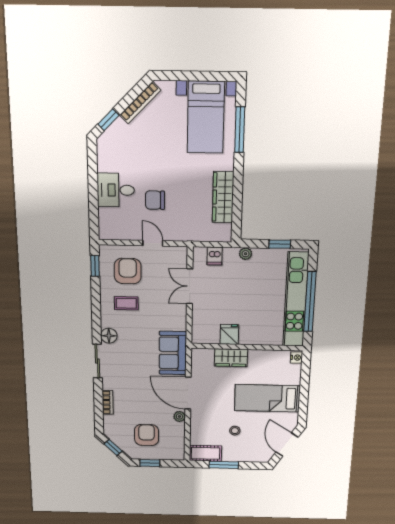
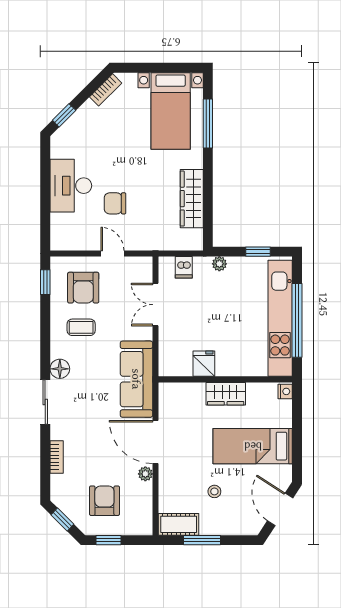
bookcase: (140, 103) -> (106, 90), width x0.64
desk: (116, 190) -> (71, 186), width x1.37
armchair: (128, 271) -> (83, 288), turned 180
sofa: (173, 353) -> (136, 379), width x1.36
wardrobe: (231, 358) -> (226, 394), moved

